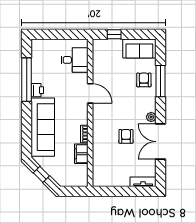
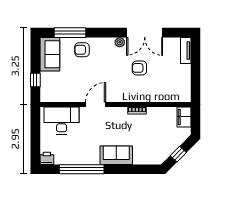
desk: (74, 60) -> (62, 120), width x1.37
window: (161, 81) -> (70, 33), moved
printer: (37, 90) -> (47, 158), moved
sofa: (43, 127) -> (116, 155), width x0.54, depth x0.79
filing cabinet: (81, 154) -> (184, 117), moved, turned 90

